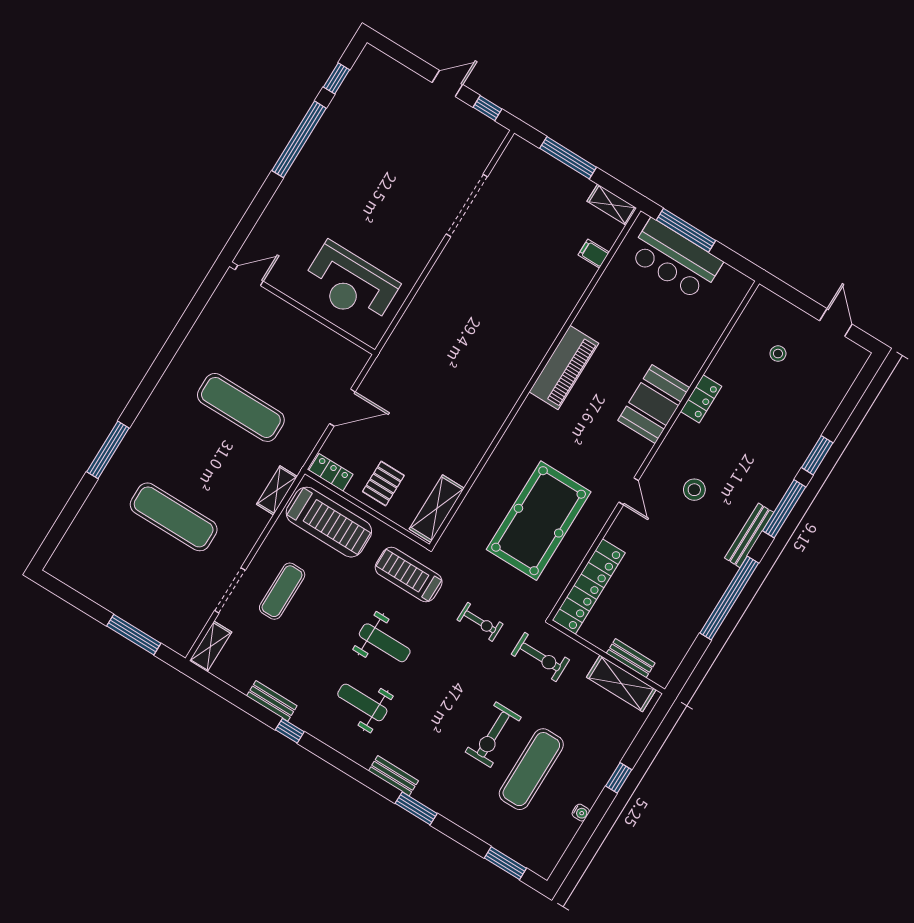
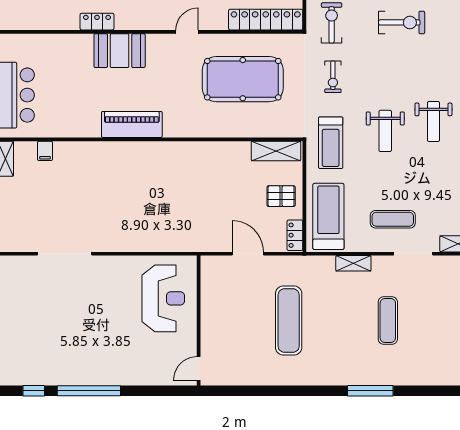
door: (249, 276) -> (199, 368), hinge flipped
shelving: (277, 490) -> (353, 263), moved
exercise mat: (174, 517) -> (388, 321), width x0.73, depth x0.69
exercise bike: (480, 622) -> (333, 77), turned 180
weight bench: (385, 643) -> (385, 131), turned 180

